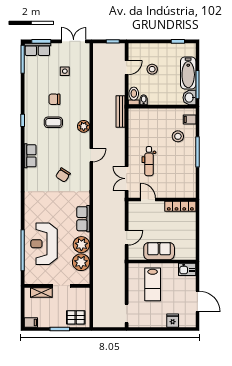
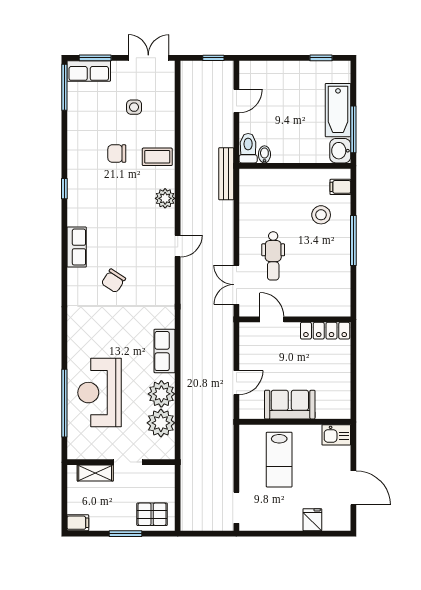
stool: (152, 69) -> (278, 104), removed
coffee table: (53, 122) -> (157, 157), moved
chair: (63, 175) -> (113, 281), moved

